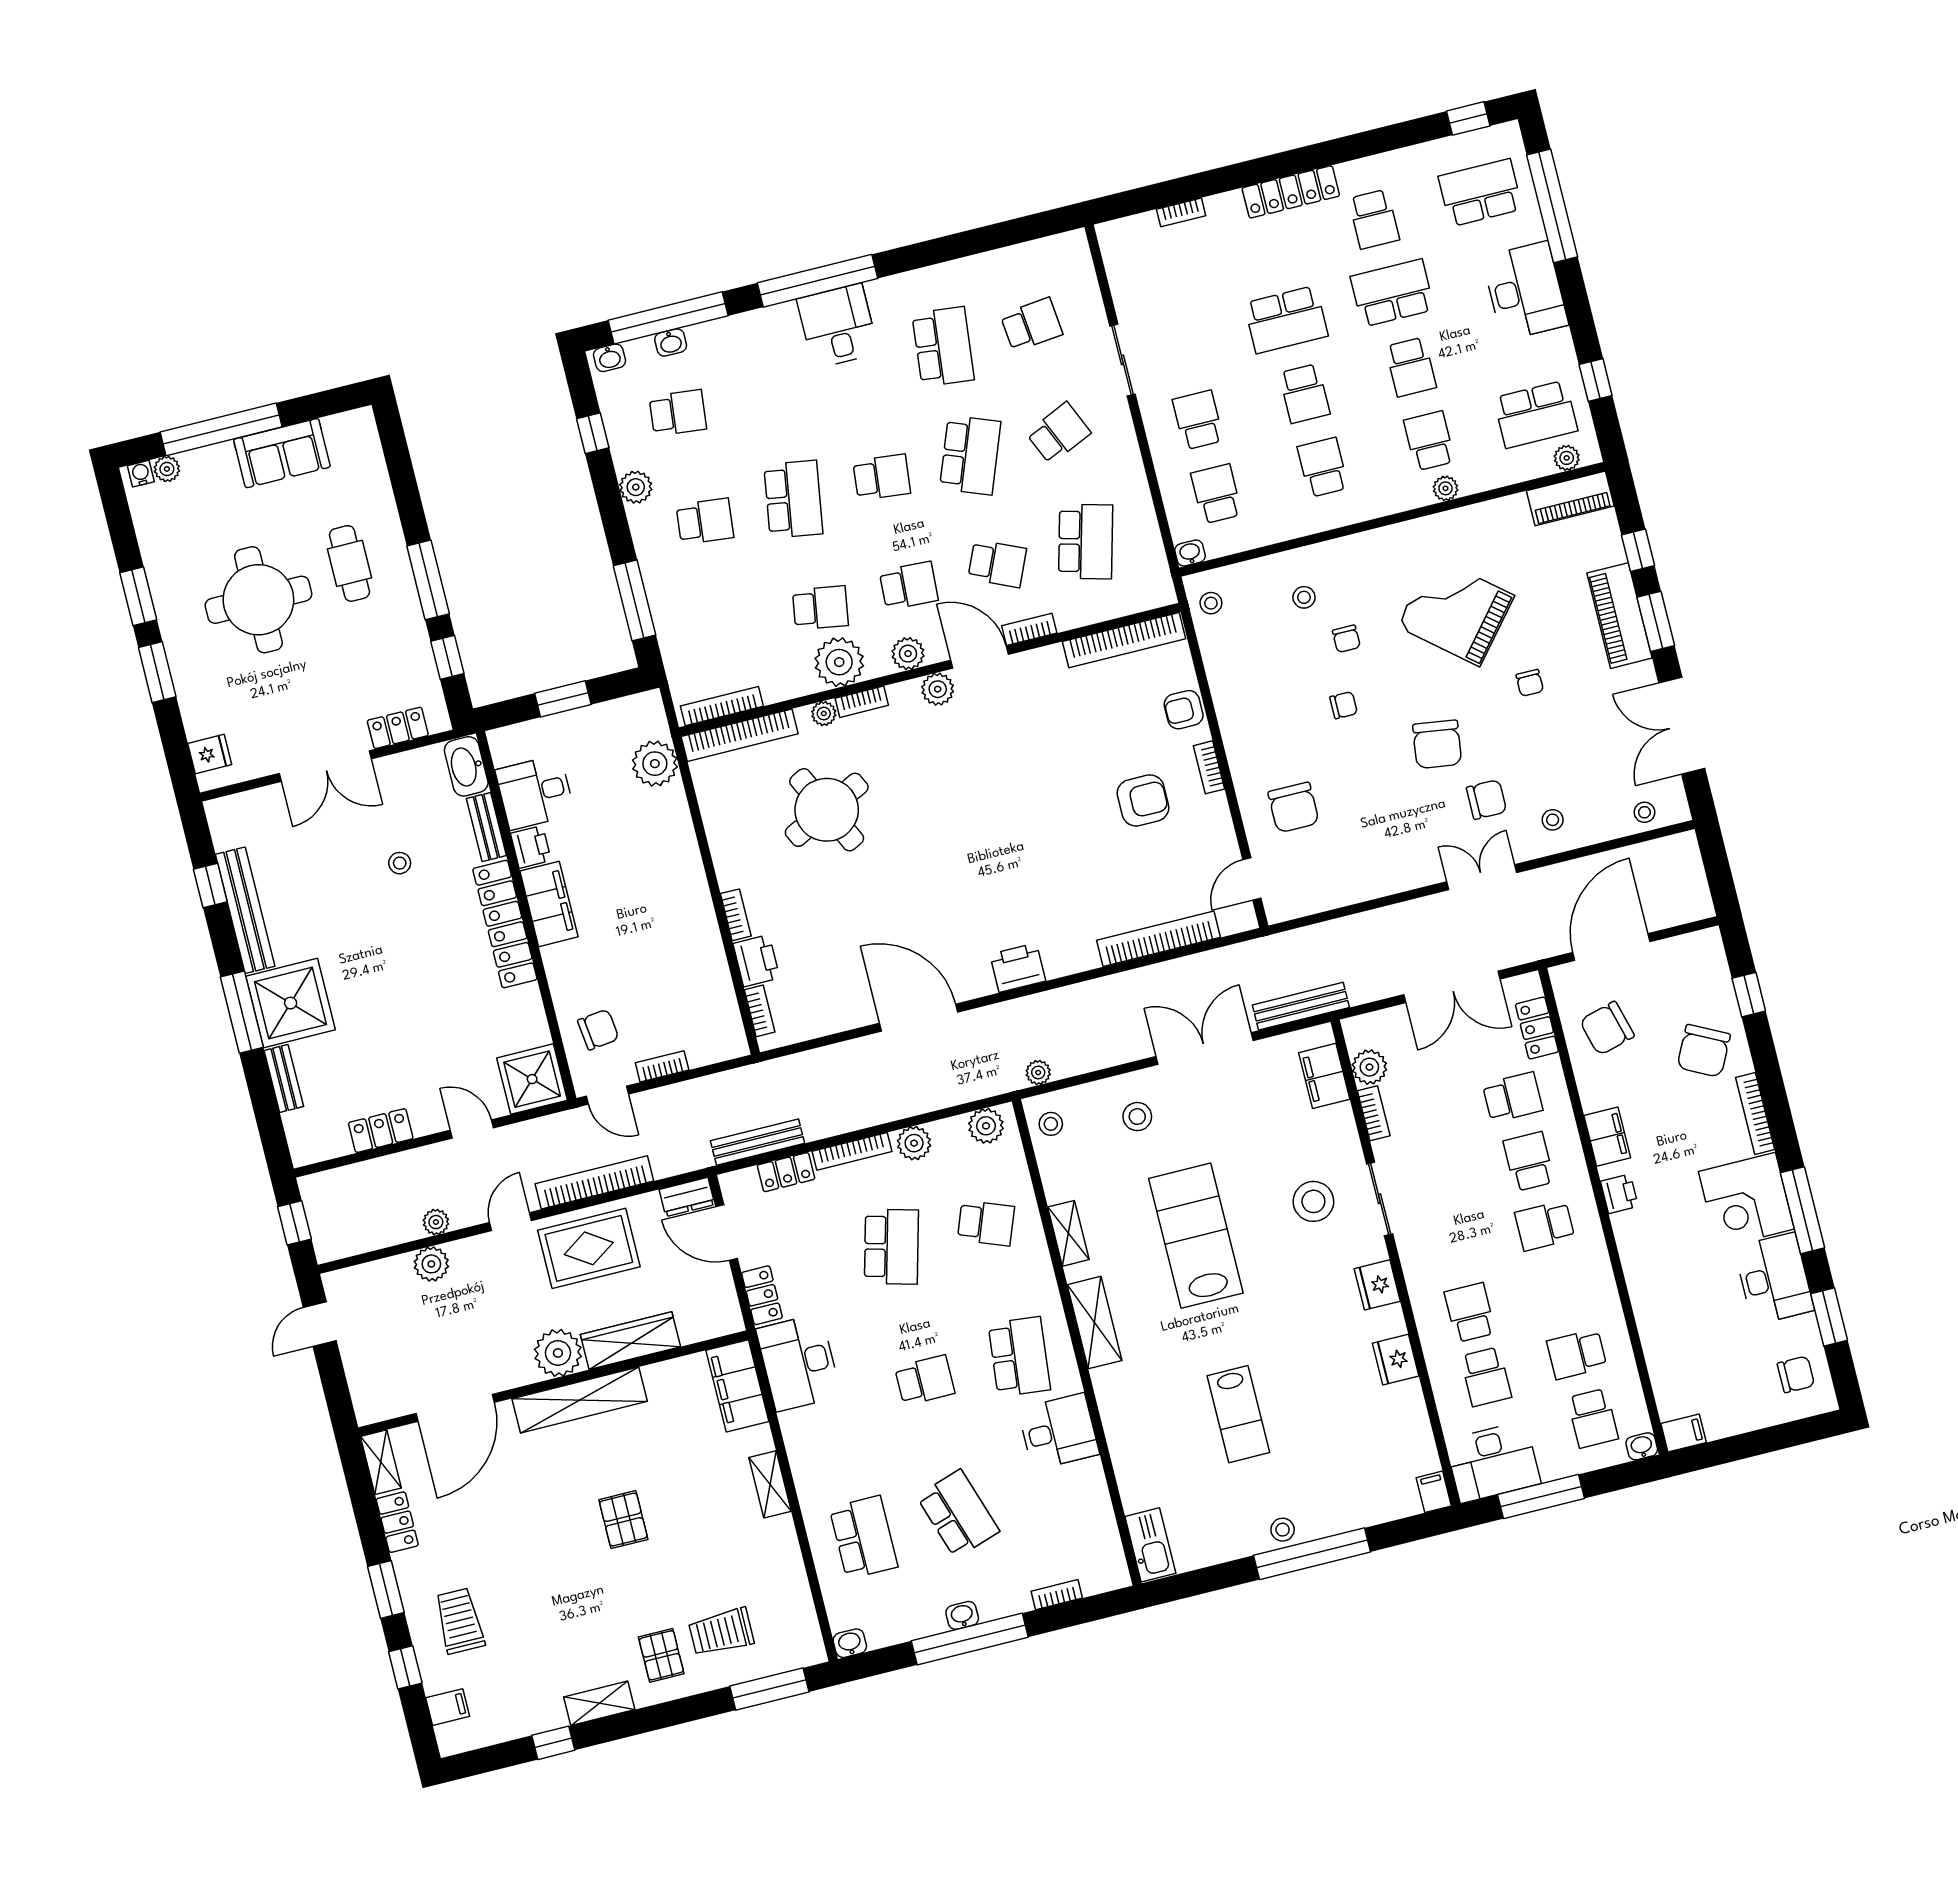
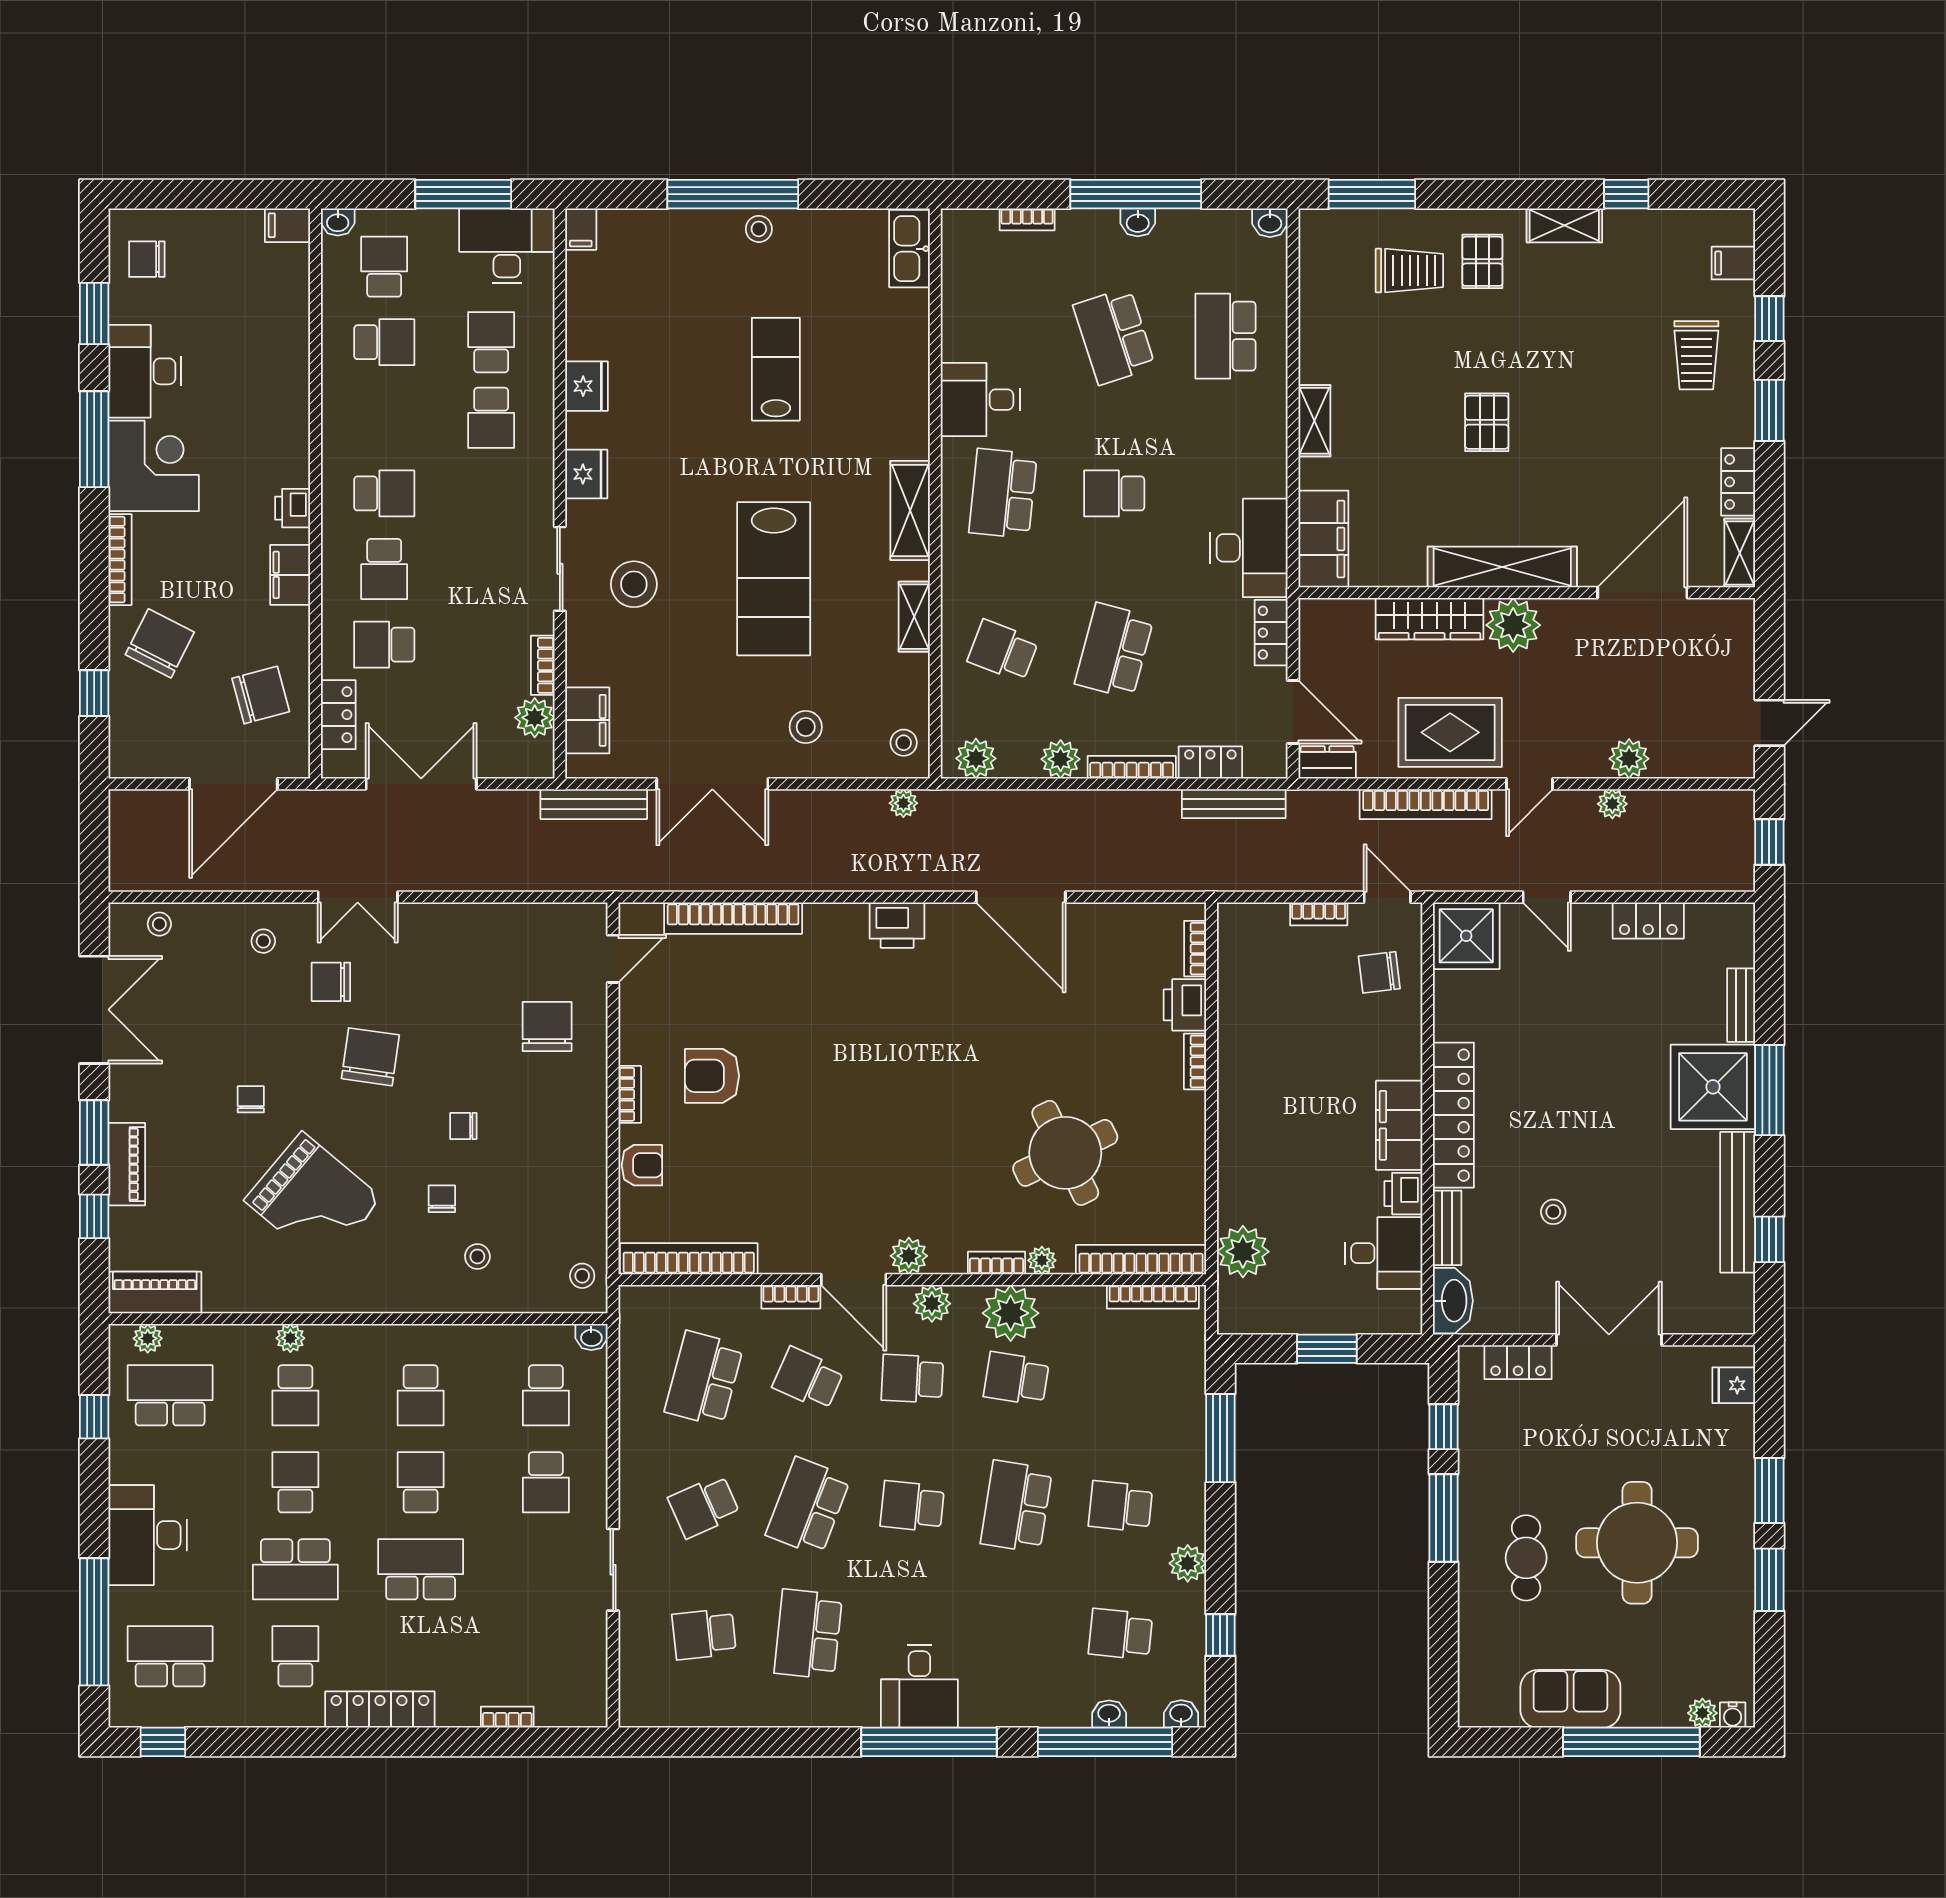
school desk: (1480, 193) -> (170, 1656), turned 180
piano: (1619, 616) -> (127, 1164), width x0.73, depth x0.75

